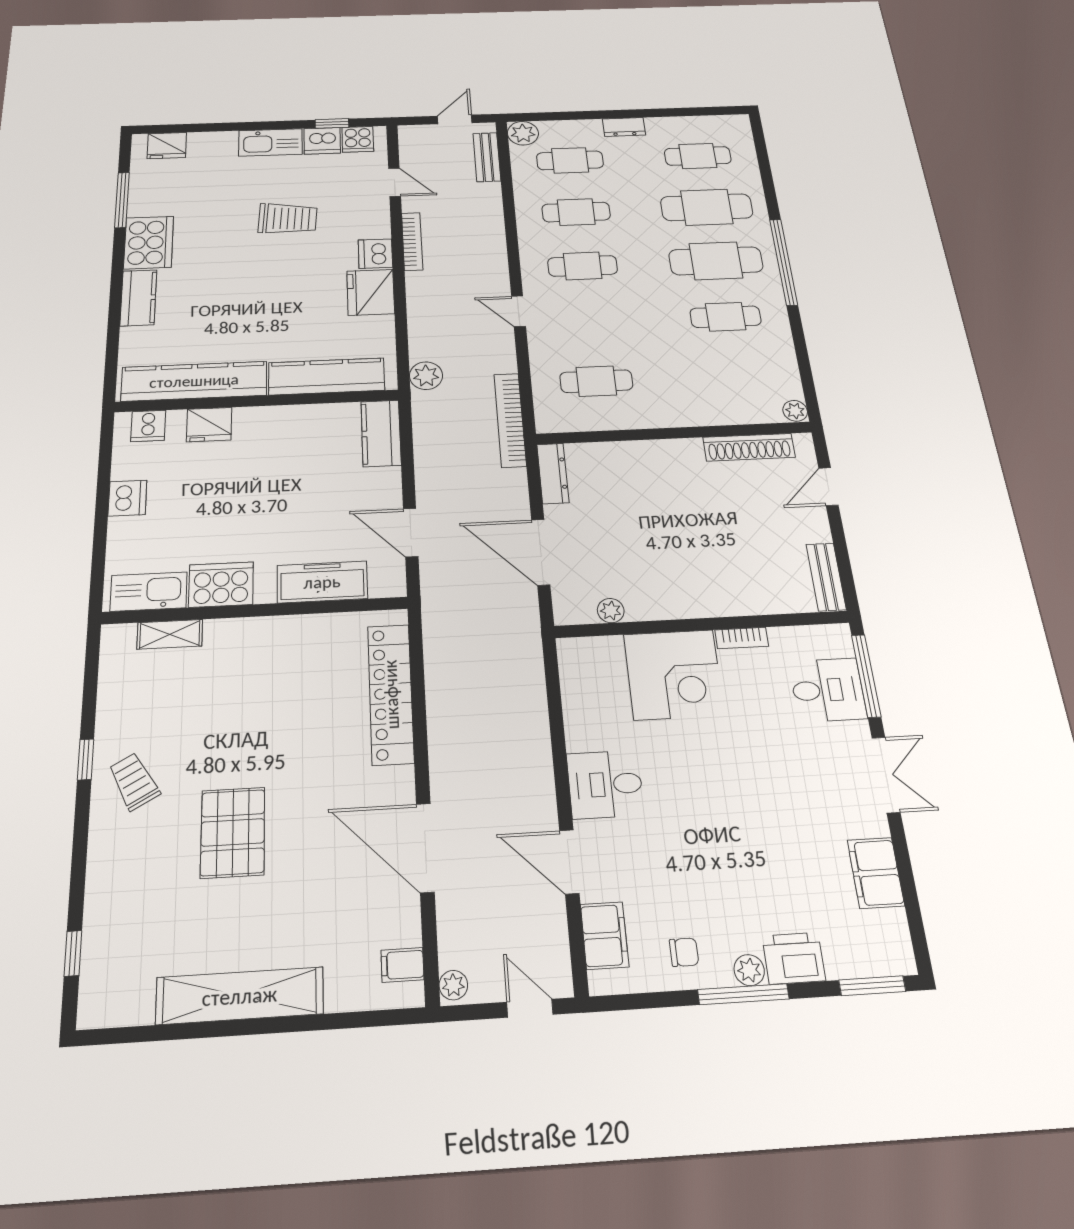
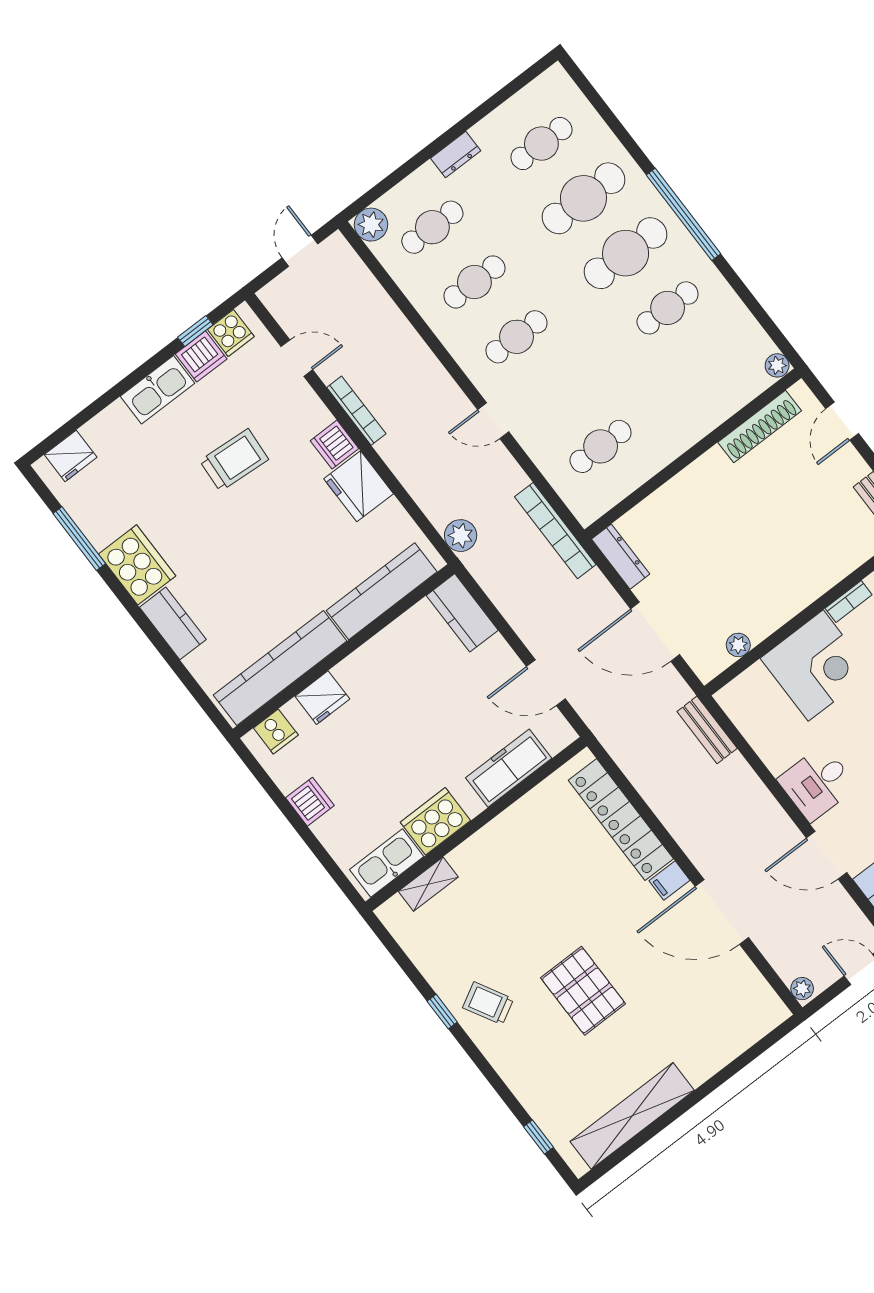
bench: (487, 157) -> (707, 730), moved
filing cabinet: (402, 965) -> (669, 881), moved
shelving: (240, 996) -> (632, 1116), moved

